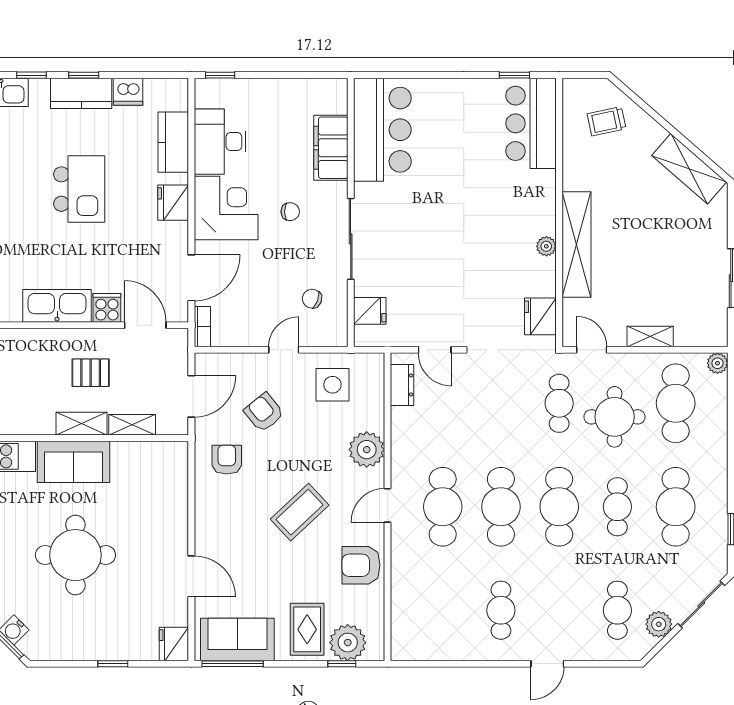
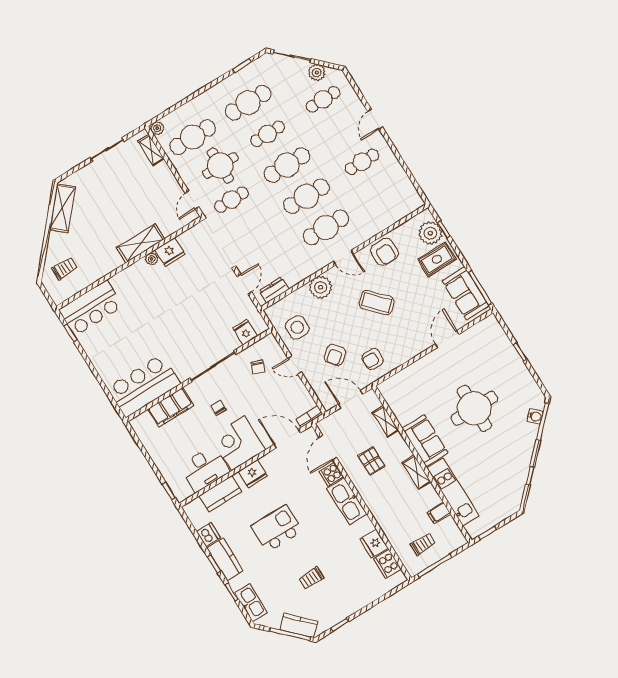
trolley: (607, 121) -> (65, 268), turned -78
shelving: (577, 244) -> (141, 243), width x0.68
fridge: (540, 316) -> (170, 252), moved
shelving: (650, 337) -> (151, 150), moved
shelving: (82, 424) -> (416, 472), moved
fridge: (174, 644) -> (489, 326), removed
door: (547, 664) -> (375, 119), swing flipped

